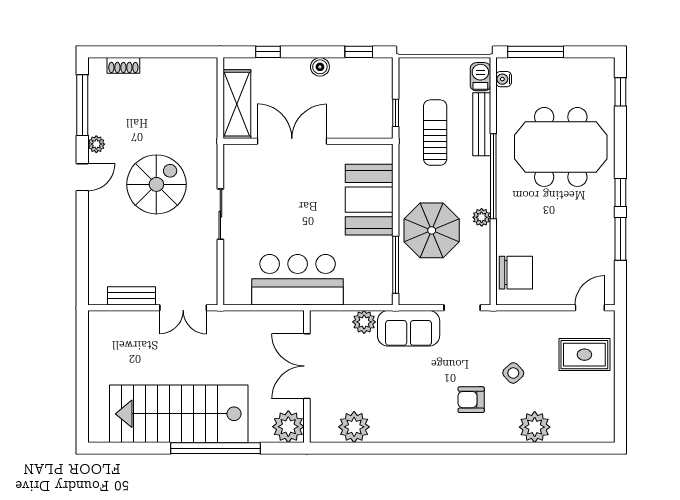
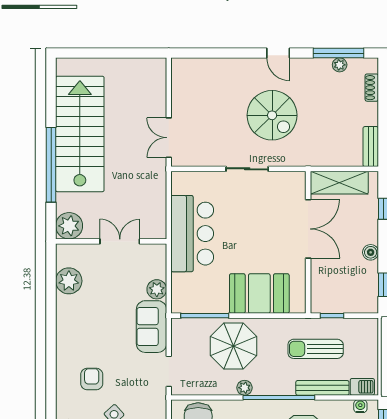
sun lounger: (435, 133) -> (316, 349), turned 180
plant: (96, 144) -> (340, 65), moved
bench: (131, 296) -> (371, 147), moved
double door: (307, 366) -> (120, 241), width x0.73

